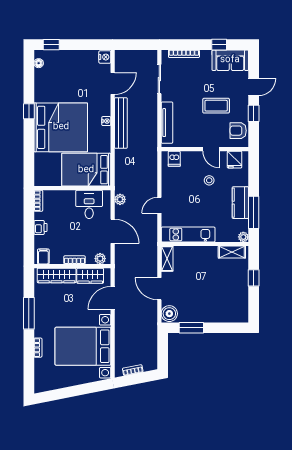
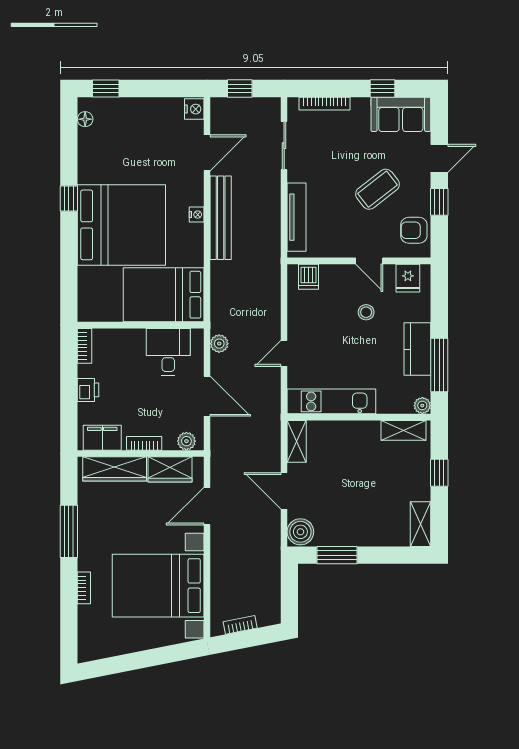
window: (133, 45) -> (240, 89), added
coffee table: (216, 106) -> (377, 189), turned -38
filing cabinet: (43, 256) -> (102, 438), width x2.00
shelving: (242, 309) -> (421, 524), added

